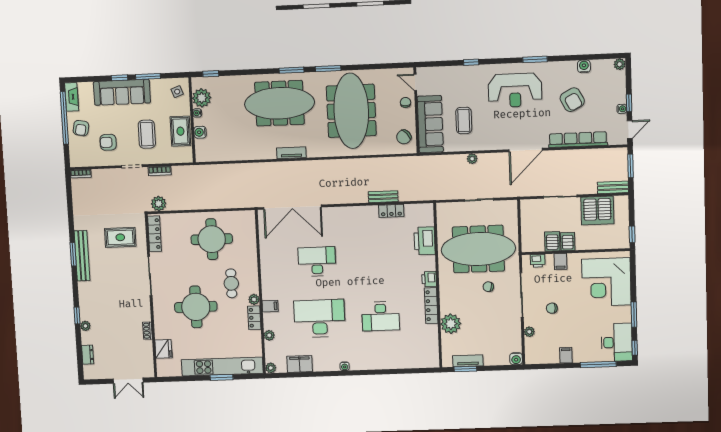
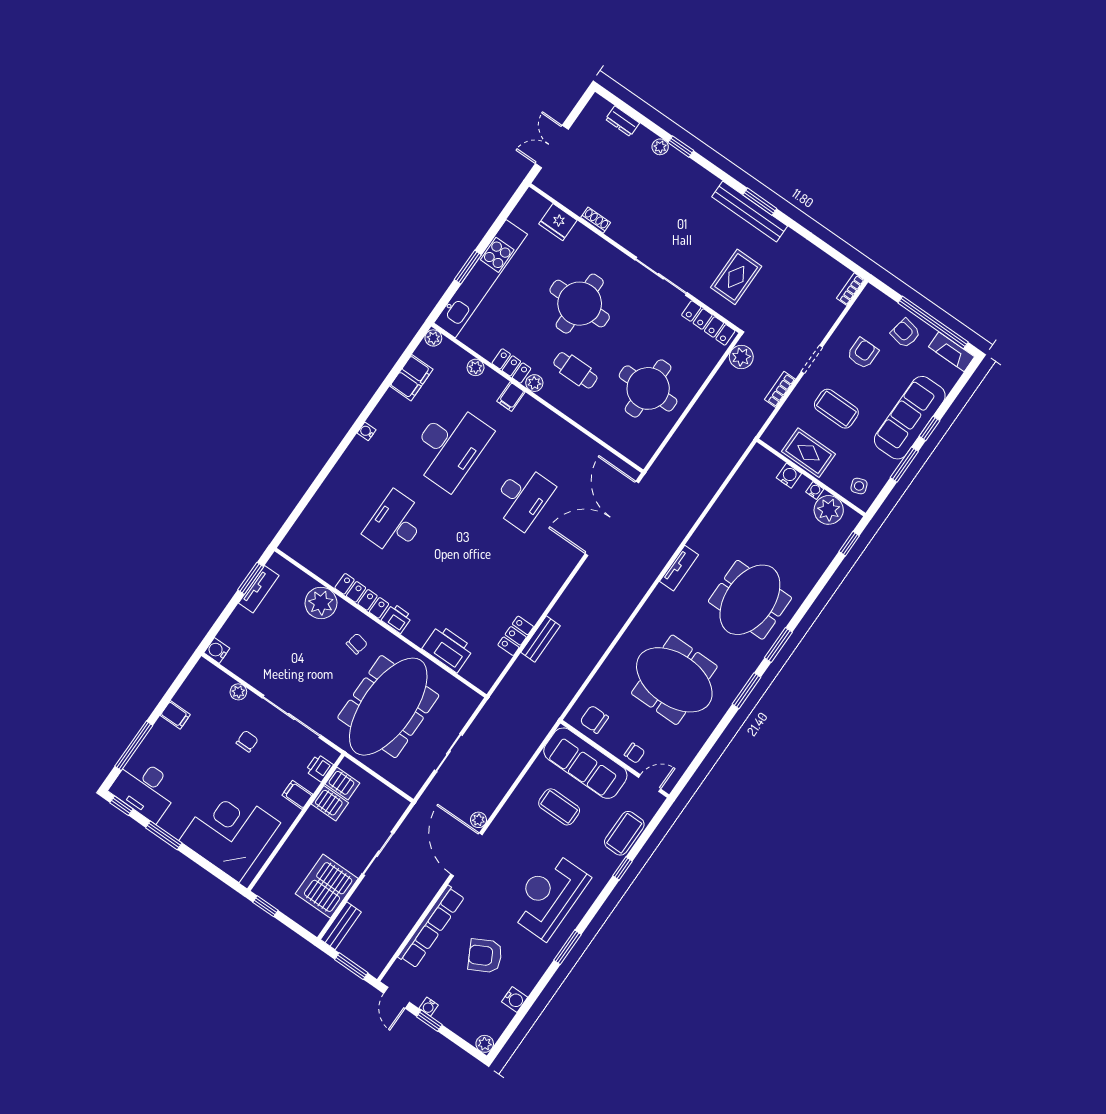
coffee table: (452, 76) -> (624, 833), added
meeting table: (279, 103) -> (750, 600), width x0.73
meeting table: (351, 111) -> (674, 680), width x0.73
chair: (404, 137) -> (594, 719), turned -50
plant: (472, 159) -> (478, 820), moved
server rack: (568, 241) -> (342, 783), moved
chair: (488, 287) -> (357, 644), moved

